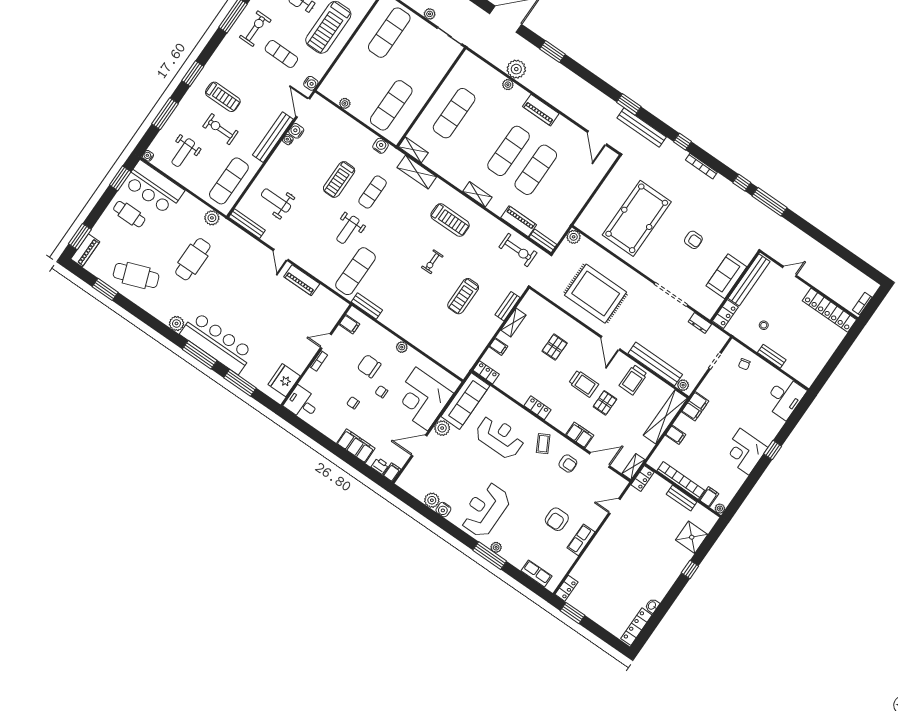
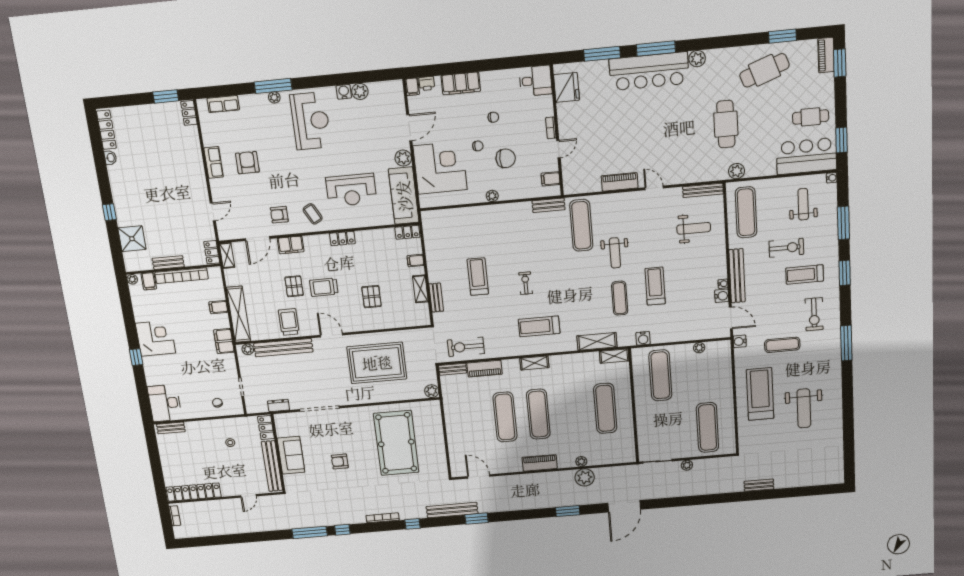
exercise bike: (255, 29) -> (814, 314), moved
weight bench: (348, 230) -> (615, 253), turned 180
bench: (772, 356) -> (171, 428), moved

